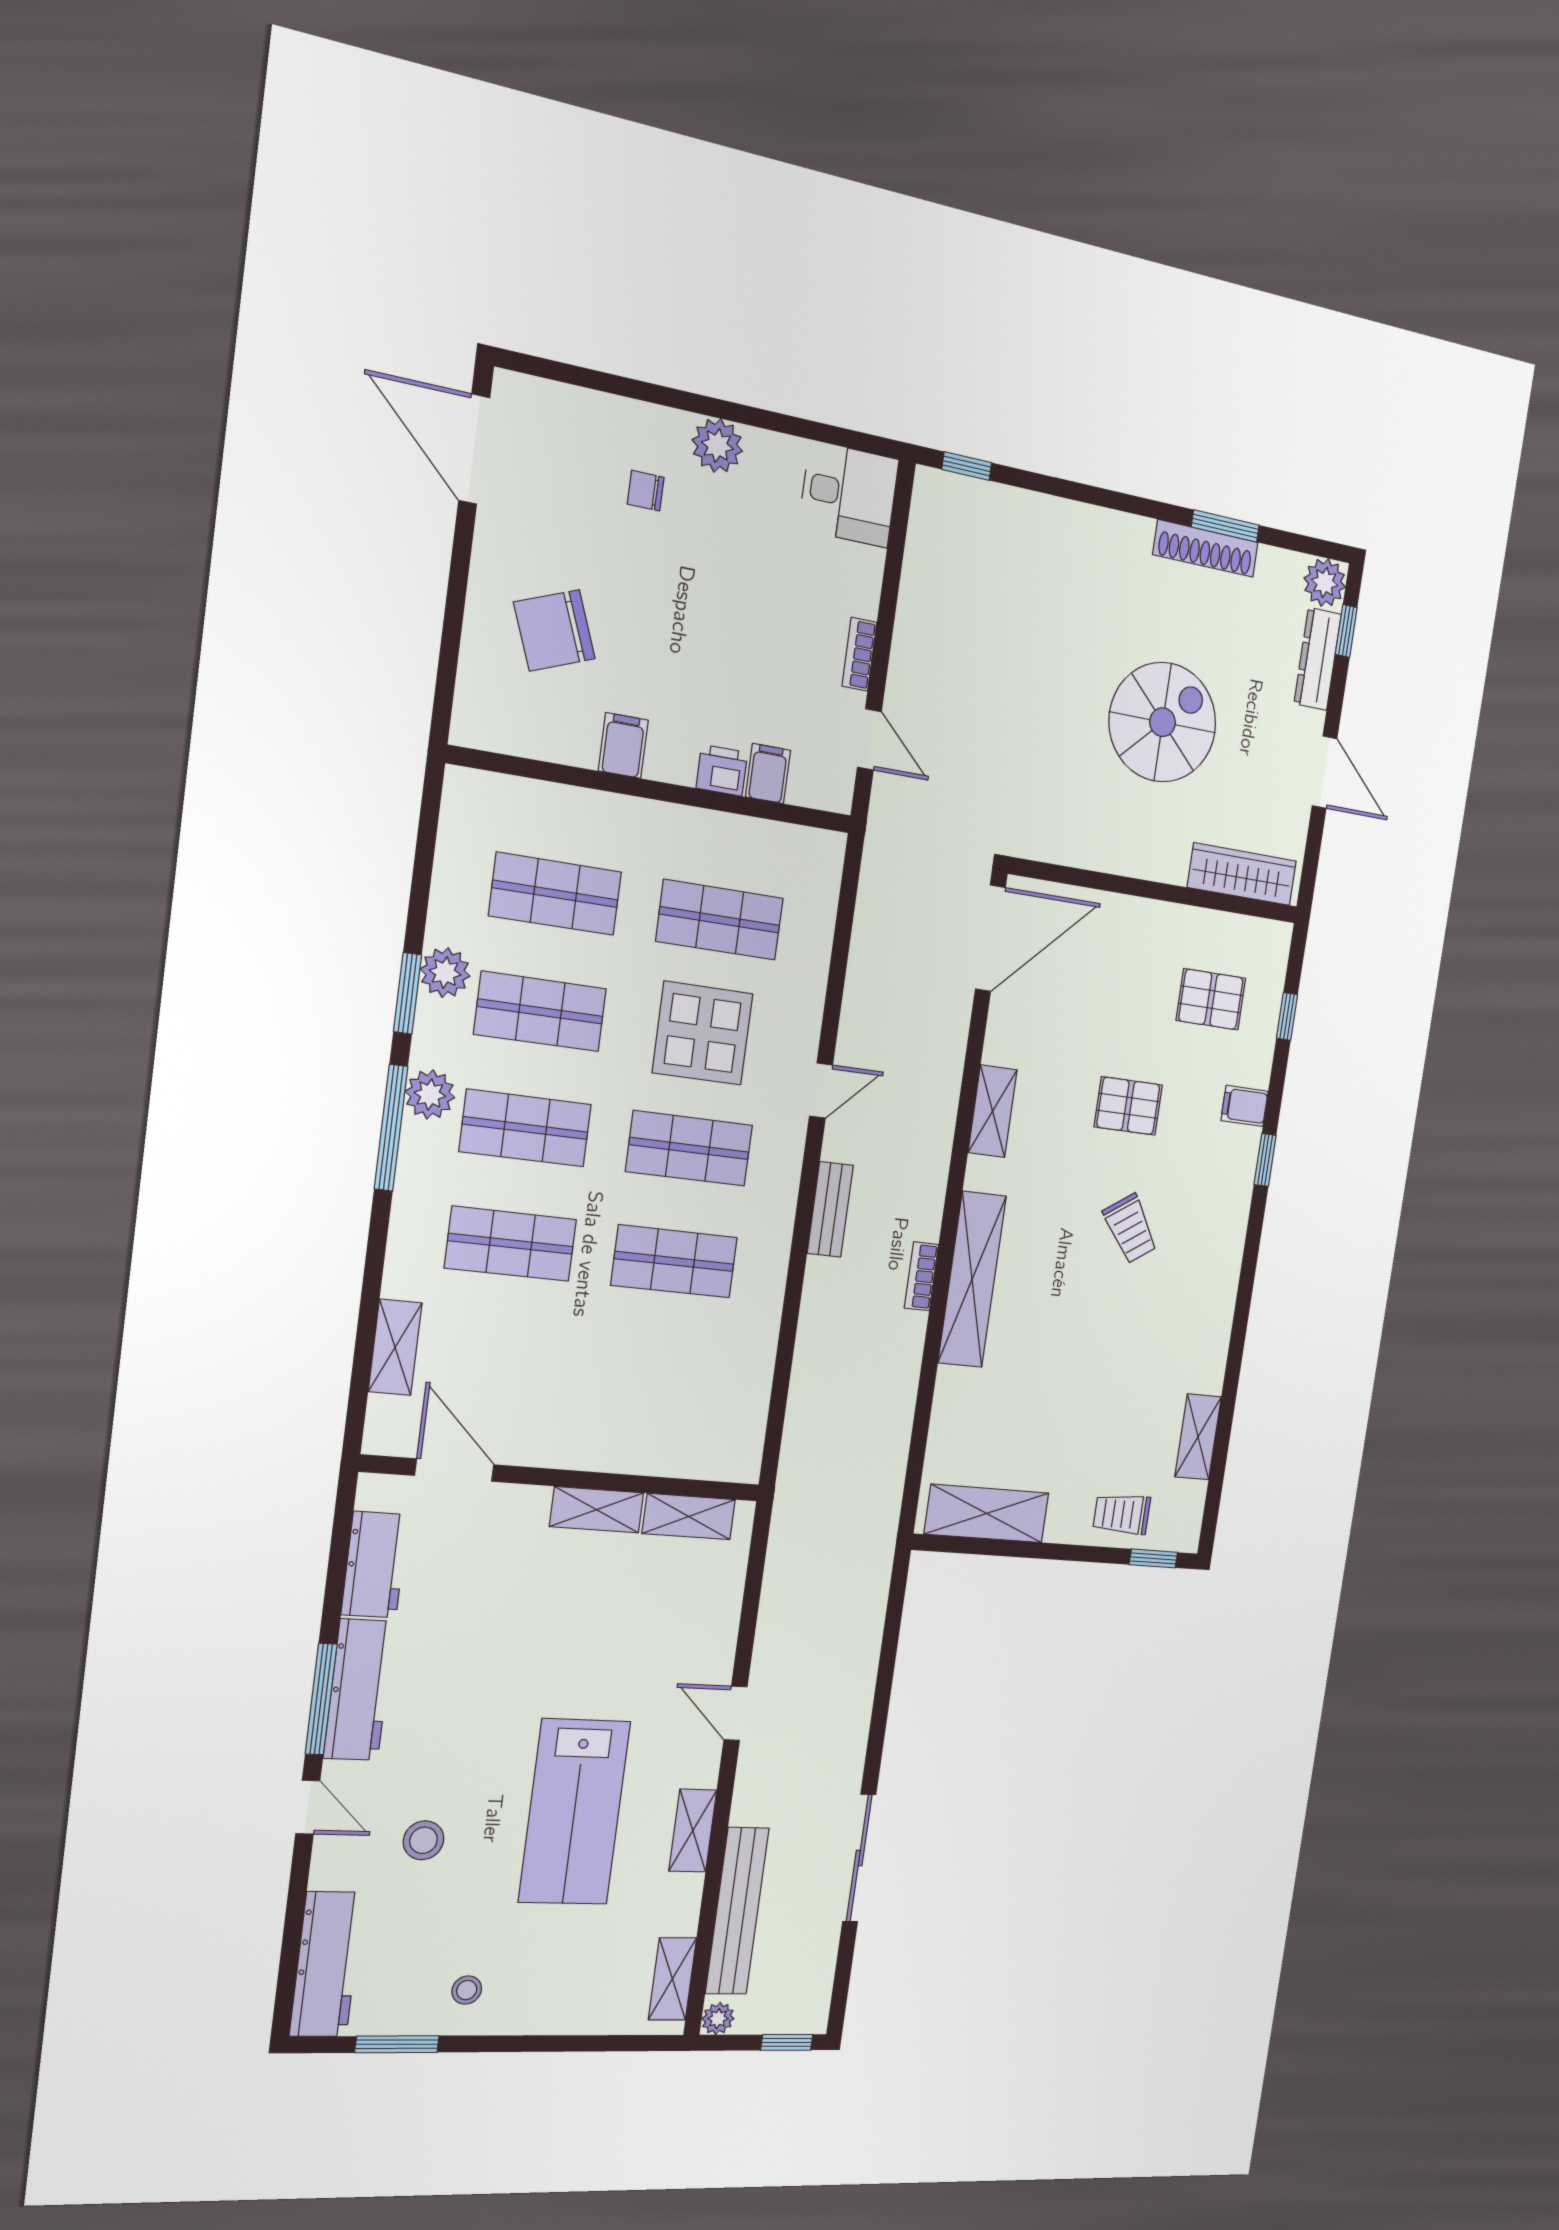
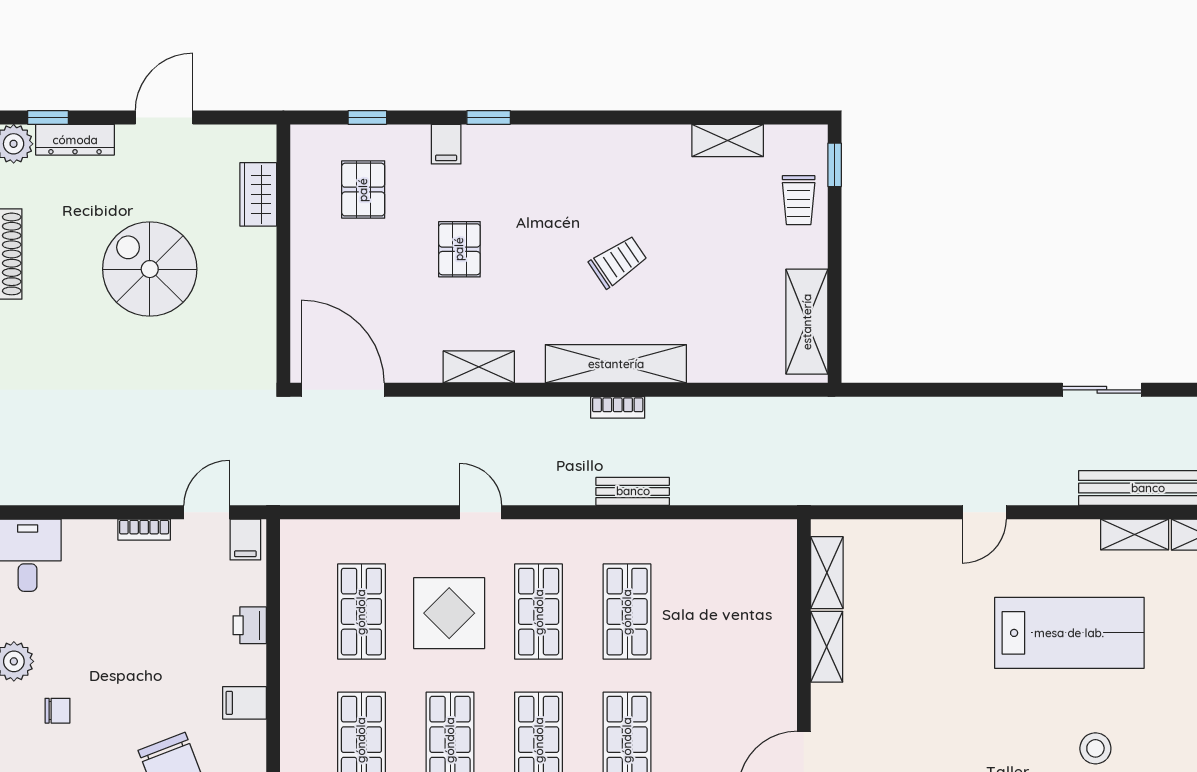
chair: (646, 491) -> (57, 711), turned -90
filing cabinet: (768, 774) -> (245, 539), moved, turned -90
wardrobe: (1242, 874) -> (258, 194), width x0.67
bench: (830, 1209) -> (633, 491), moved
trolley: (1130, 1229) -> (618, 262), moved
shelving: (693, 1831) -> (1135, 534), moved
sliding door: (859, 1858) -> (1102, 390), width x0.73

